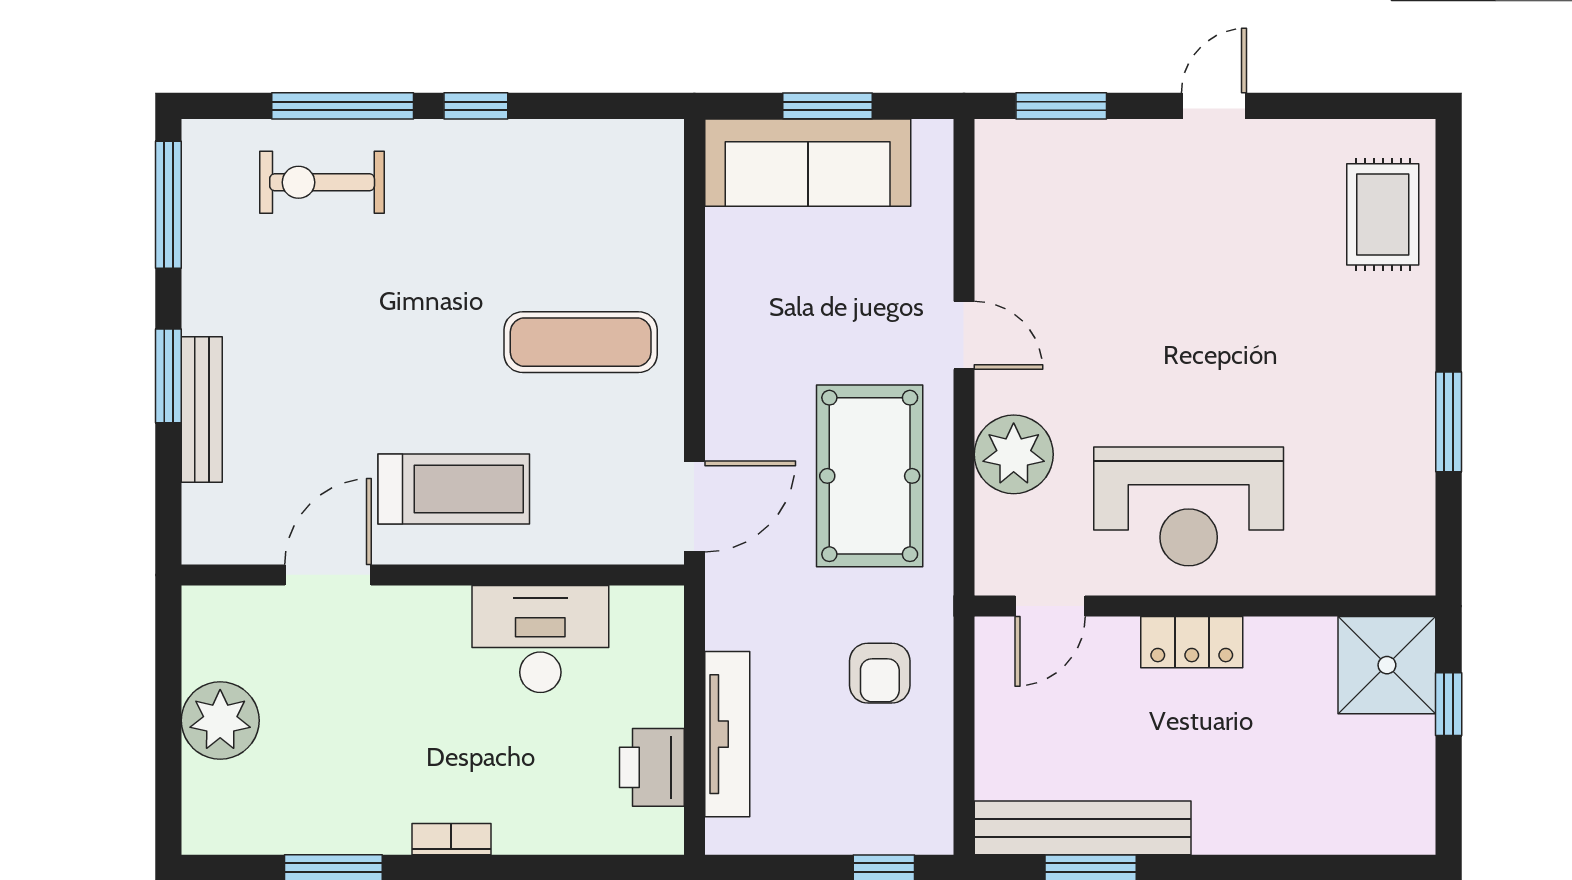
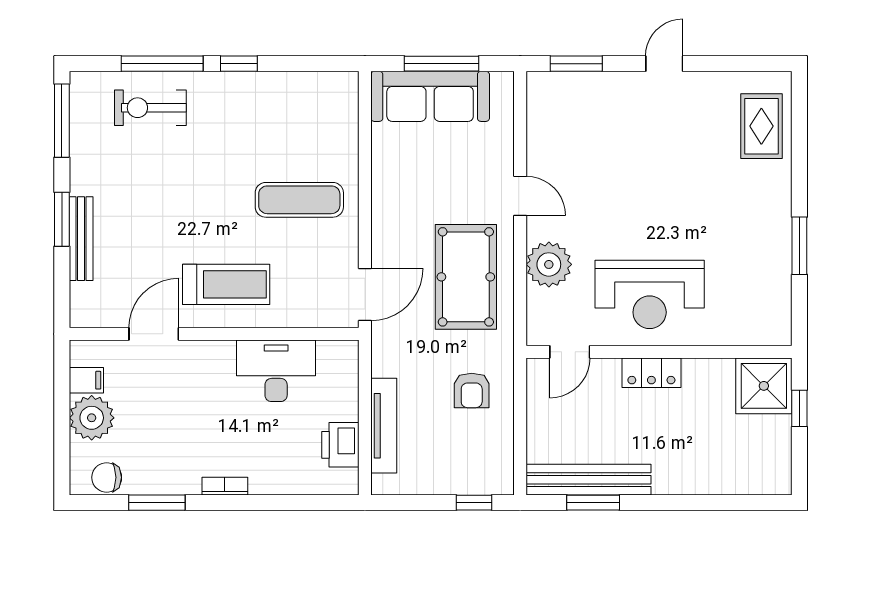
window: (828, 106) -> (442, 64), width x1.44
filing cabinet: (211, 655) -> (86, 380), added
chair: (246, 824) -> (107, 477), added

